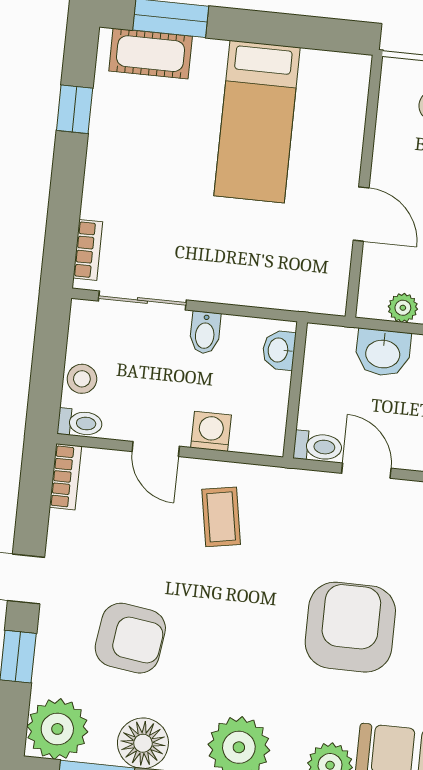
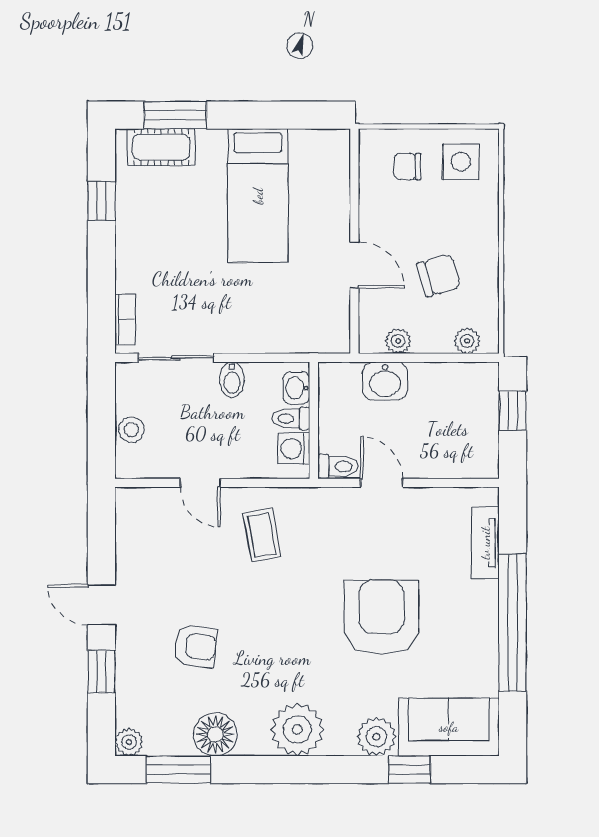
toilet: (80, 423) -> (291, 419), moved, turned 180
washing machine: (211, 431) -> (294, 448), moved, turned -90
bookcase: (65, 477) -> (126, 514), removed
armchair: (130, 638) -> (195, 646), width x0.72, depth x0.72
plant: (57, 729) -> (129, 742), width x0.53, depth x0.53

